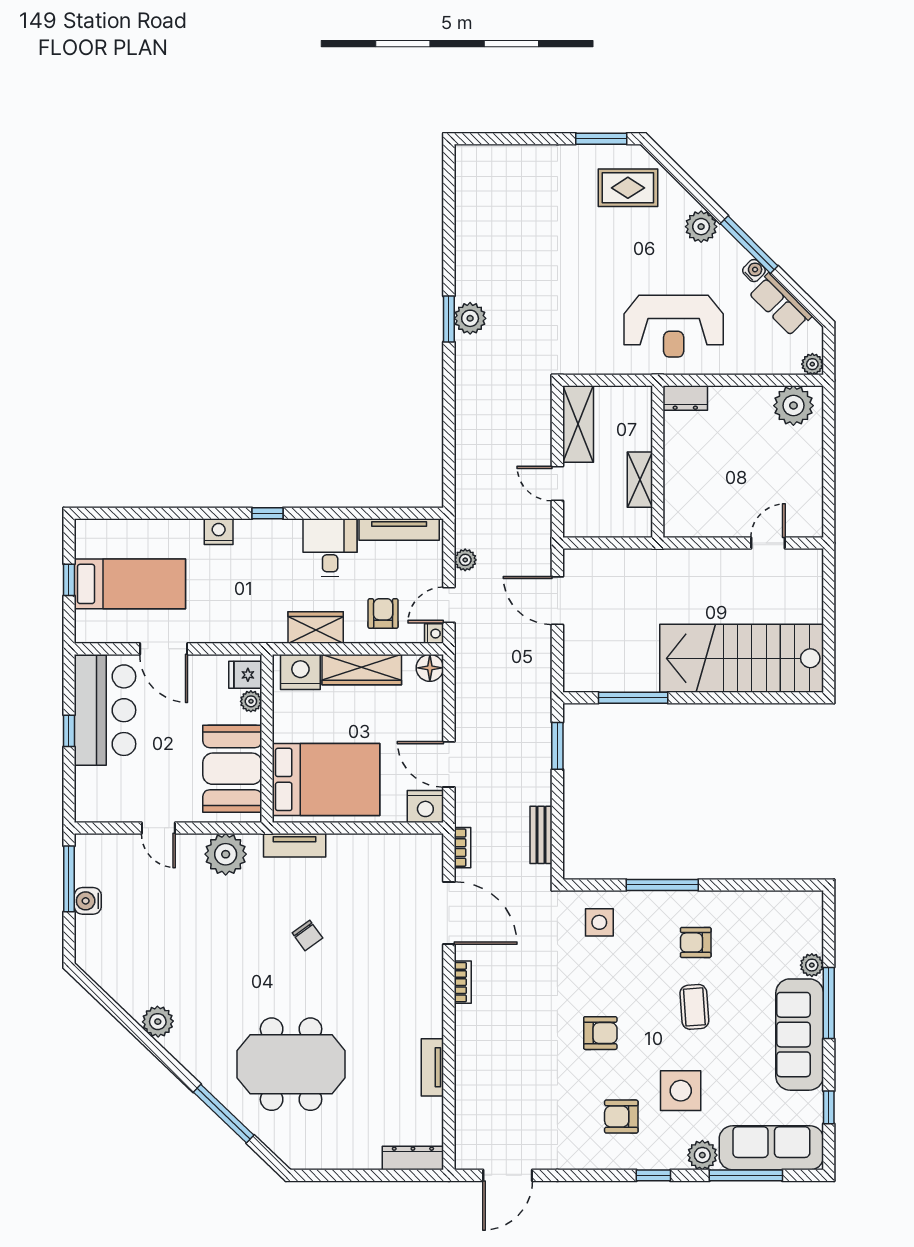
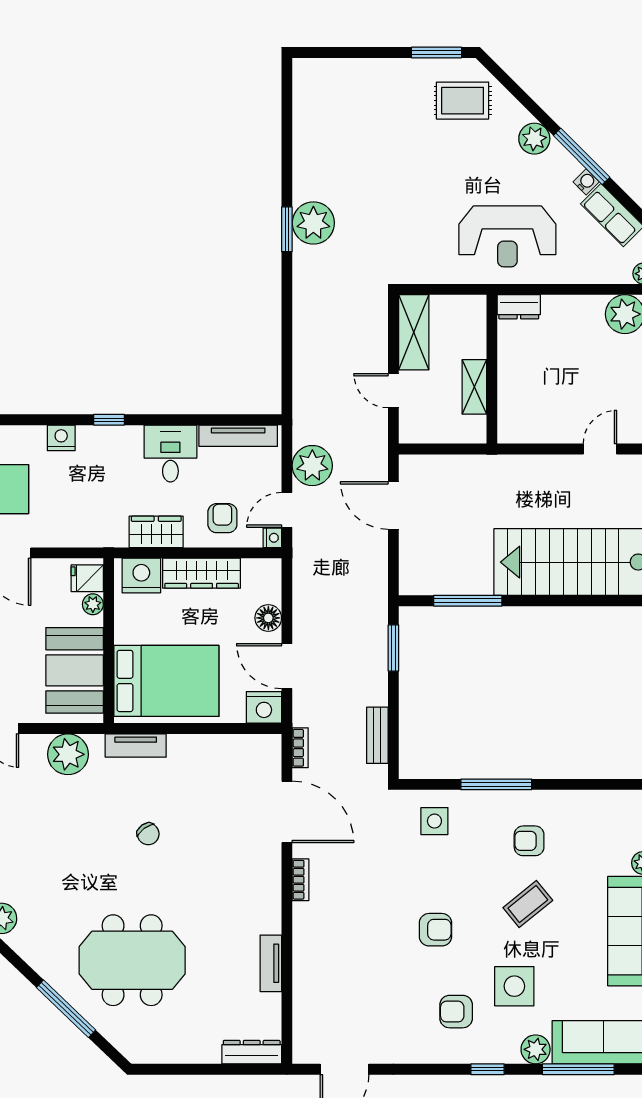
plant: (470, 318) -> (313, 223), width x1.36, depth x1.36
plant: (465, 560) -> (312, 466), width x1.88, depth x1.88
floor lamp: (430, 668) -> (268, 618), moved
coffee table: (694, 1007) -> (528, 904), turned 55

